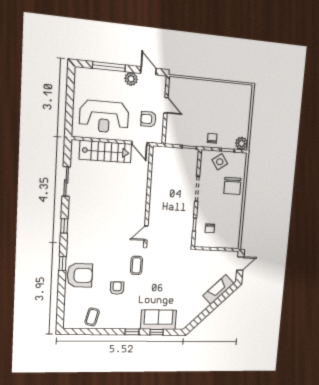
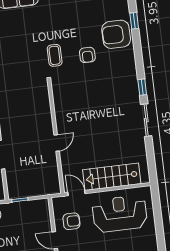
sliding door: (66, 181) -> (146, 120), moved
door: (146, 233) -> (57, 143), moved
window: (63, 263) -> (134, 21), moved
armchair: (117, 288) -> (87, 55), moved

